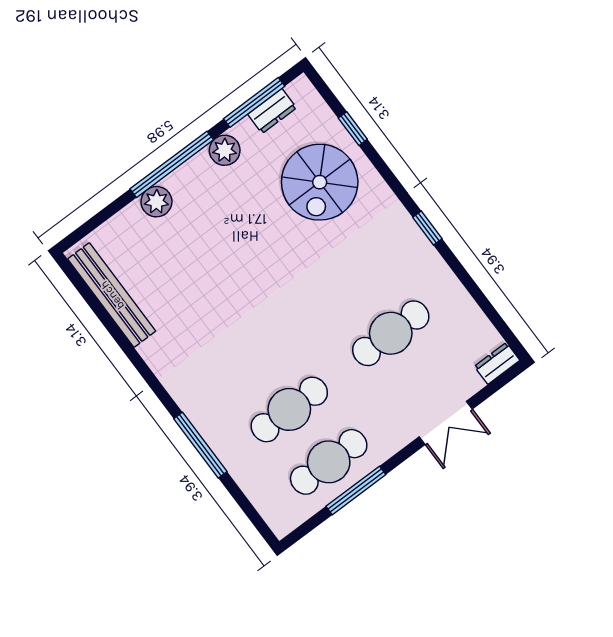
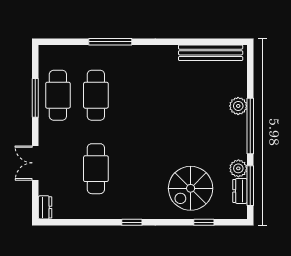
plant: (225, 150) -> (238, 168), moved
spiral stairs: (320, 182) -> (191, 188), turned -90

